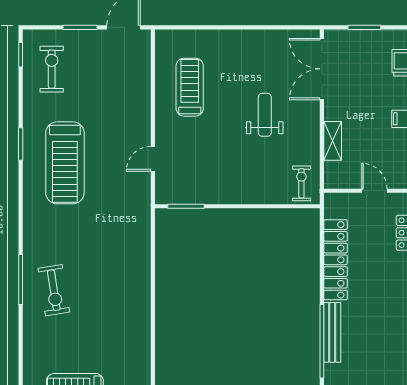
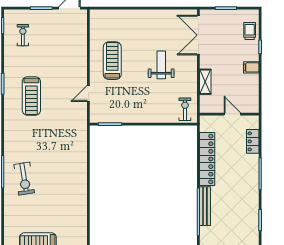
exercise bike: (52, 69) -> (23, 35), width x0.73, depth x0.72
treadmill: (190, 87) -> (112, 61), moved
treadmill: (65, 163) -> (31, 96), width x0.73, depth x0.73

